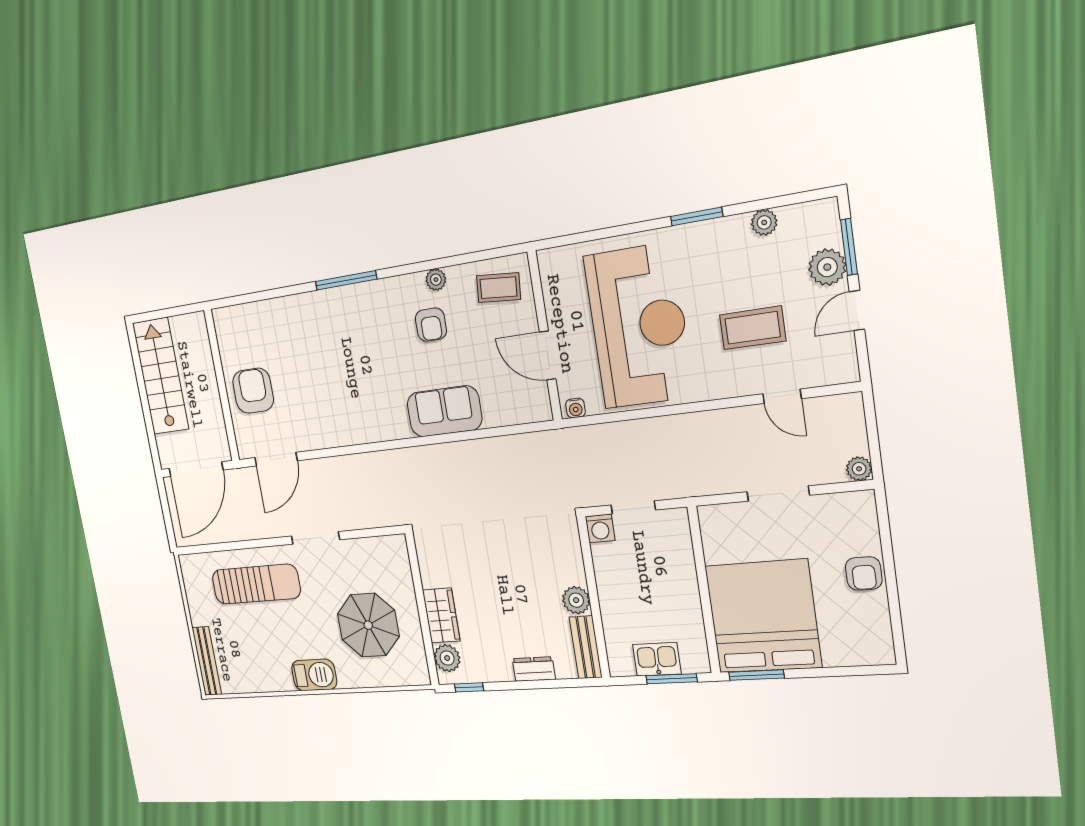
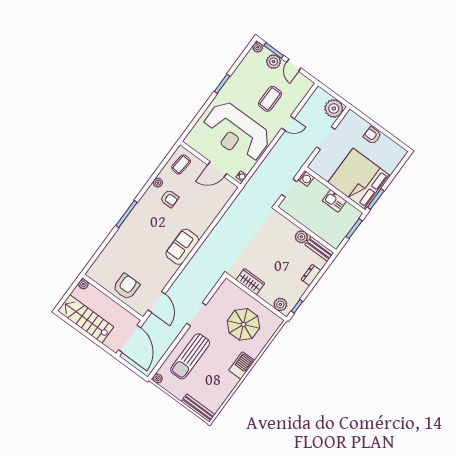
plant: (764, 222) -> (258, 47), moved
plant: (197, 322) -> (83, 284), added
reception desk: (639, 326) -> (236, 132), turned 180
armchair: (253, 391) -> (126, 287), turned 90
door: (782, 396) -> (288, 123), moved
sofa: (444, 411) -> (182, 247), moved
plant: (859, 469) -> (334, 108), width x1.88, depth x1.88
washing machine: (600, 528) -> (306, 178), moved
plant: (188, 564) -> (158, 378), added
armchair: (864, 573) -> (372, 135), turned 180
sun lounger: (256, 584) -> (190, 356), turned 180
wardrobe: (441, 615) -> (250, 282), moved
kitchen sink: (657, 659) -> (334, 201), moved, turned -90

